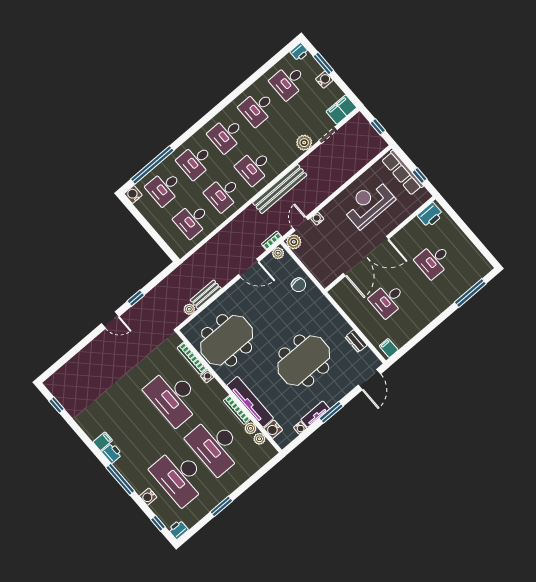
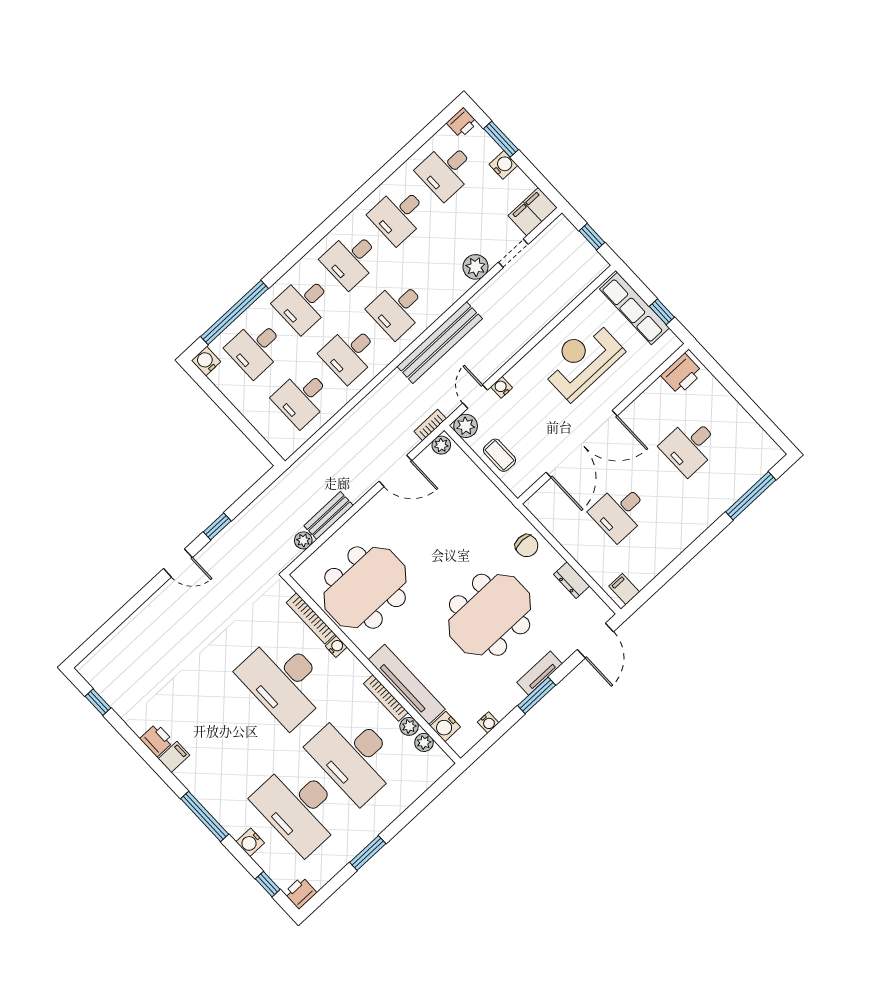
coffee table: (314, 261) -> (499, 455), added
chair: (299, 285) -> (527, 546), moved
tv unit: (315, 414) -> (540, 673), moved
printer: (112, 453) -> (157, 740), moved

